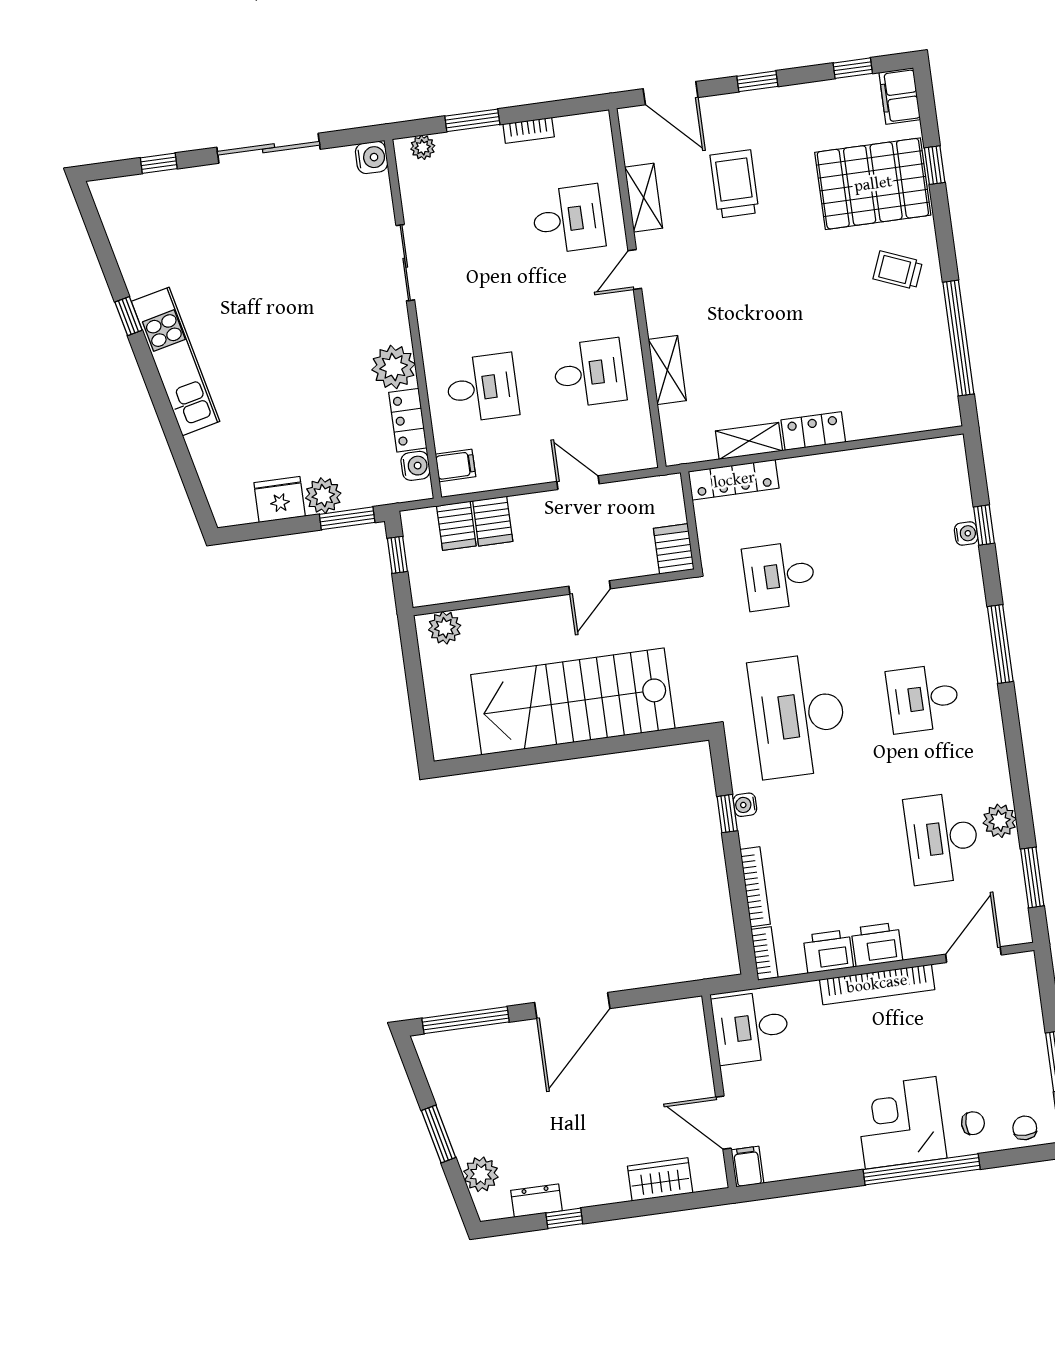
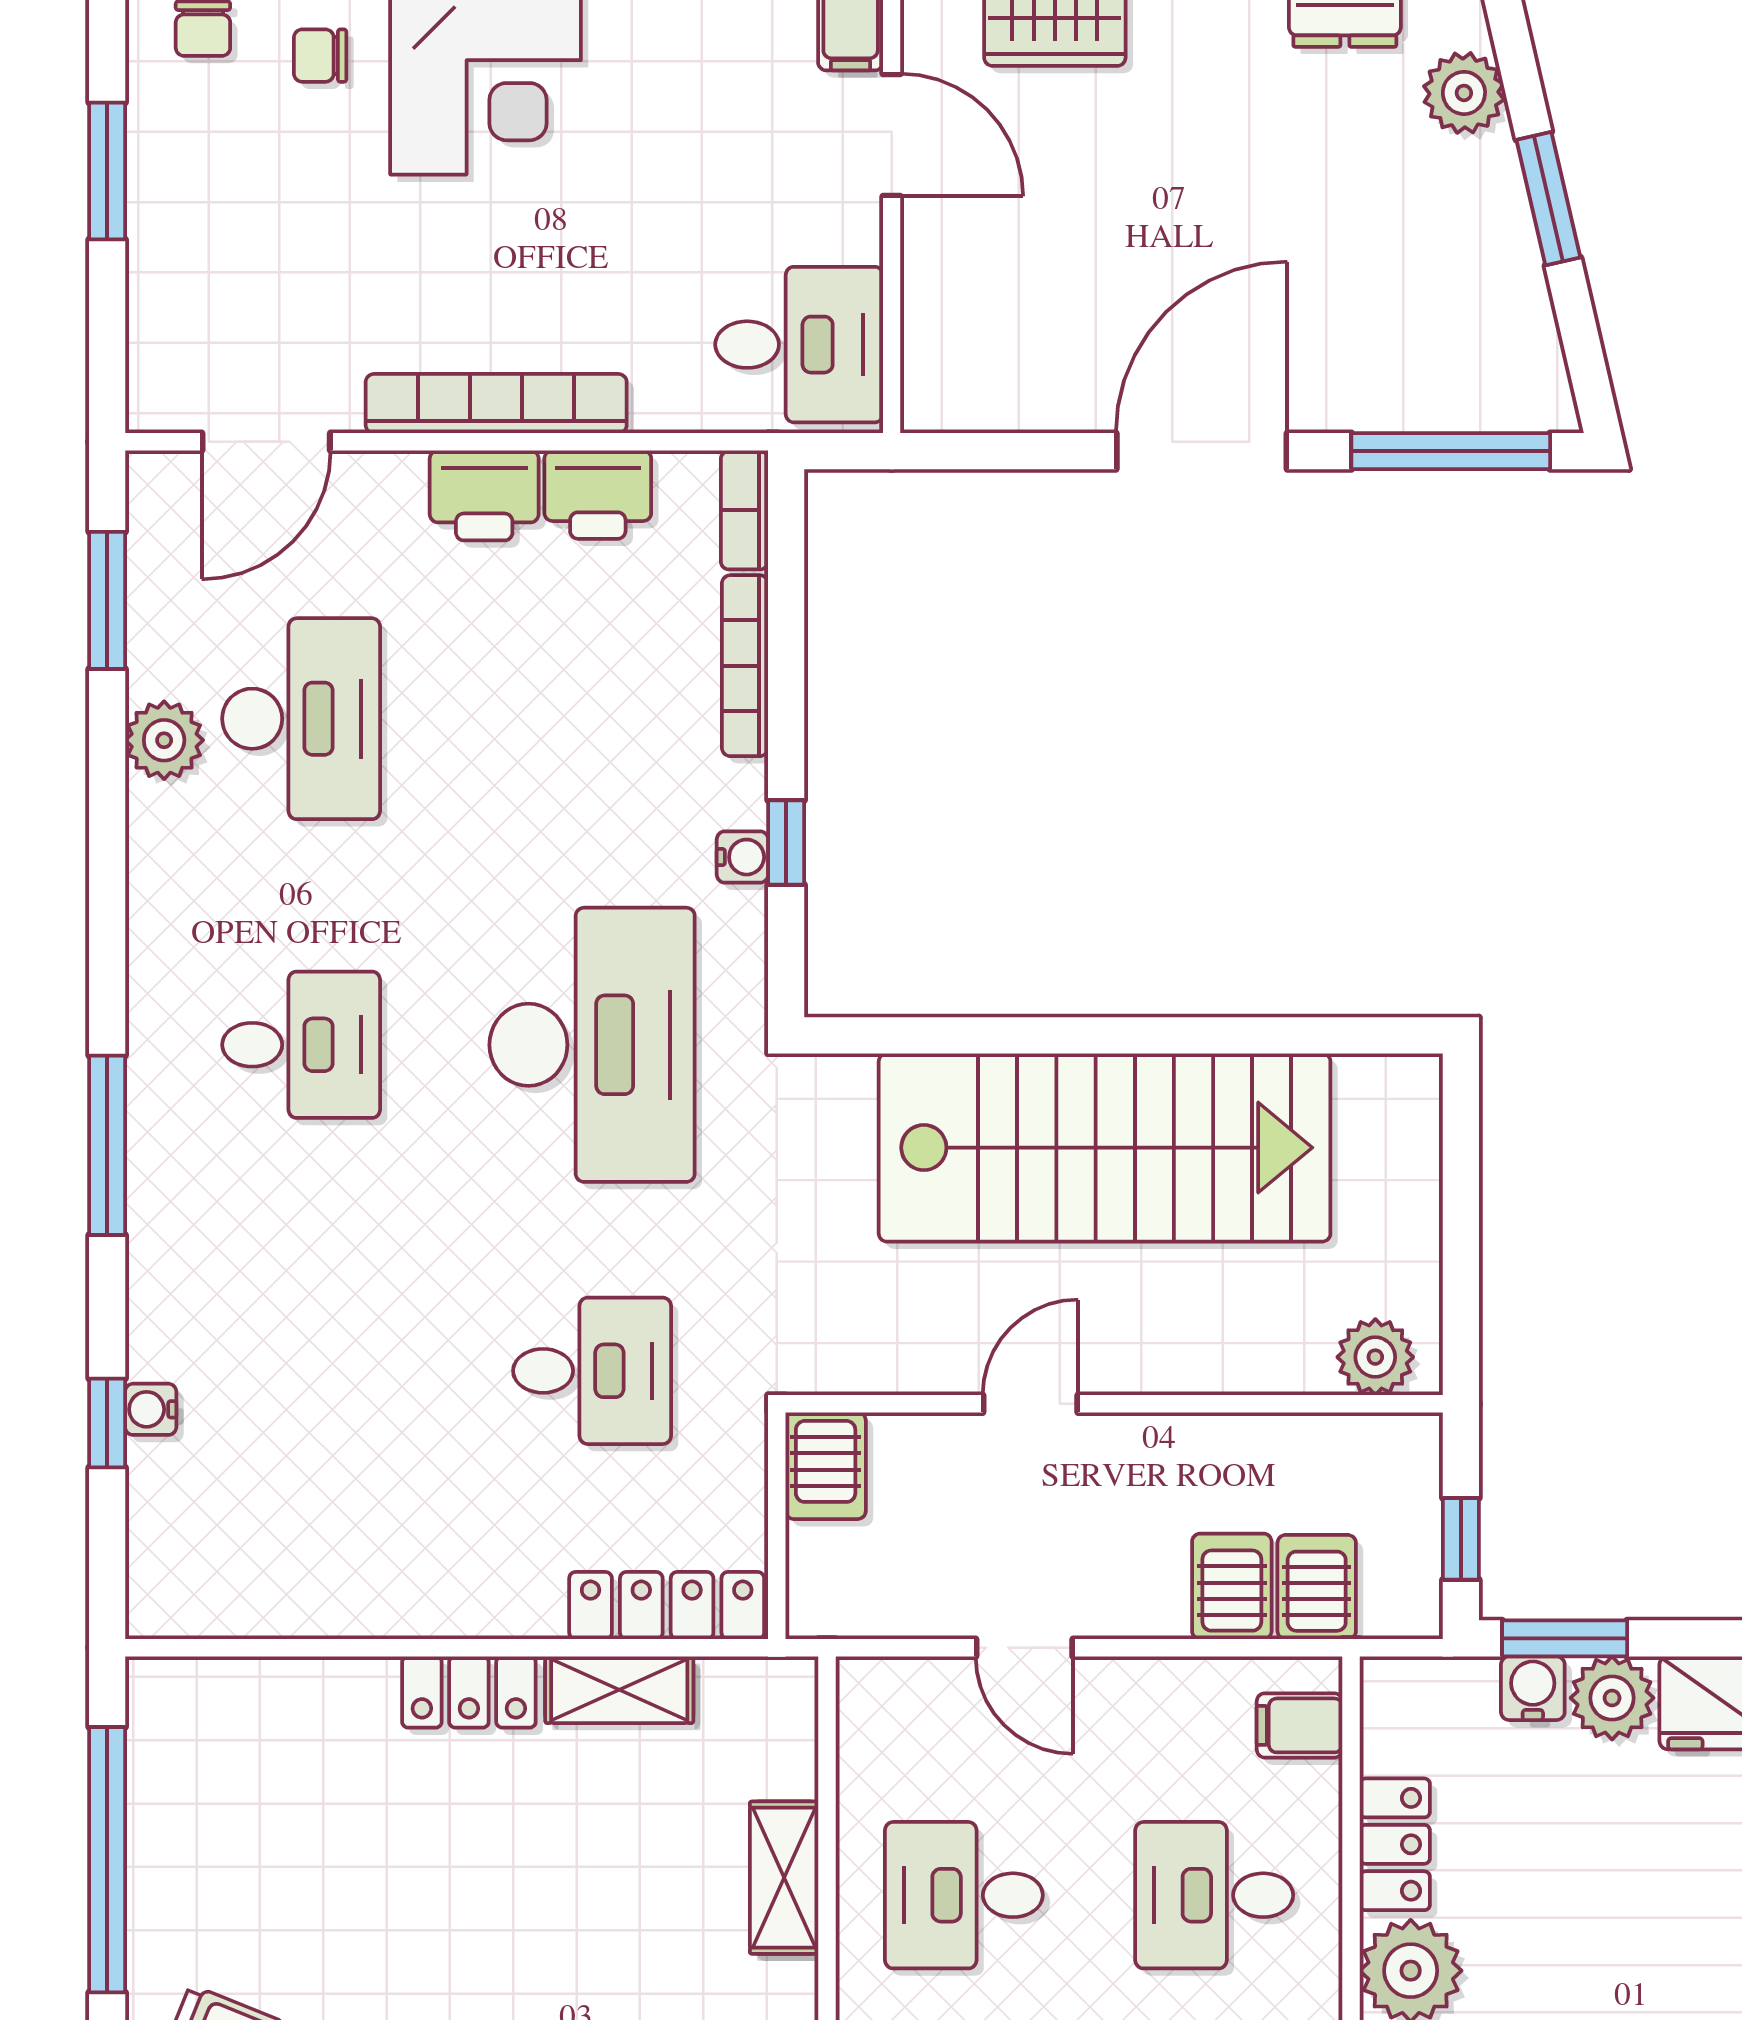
water cooler: (415, 466) -> (1533, 1688), moved, turned 90

